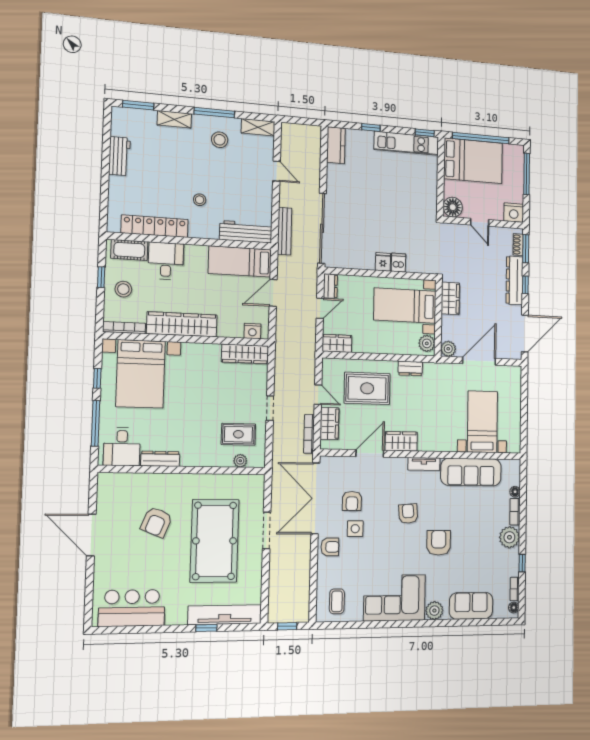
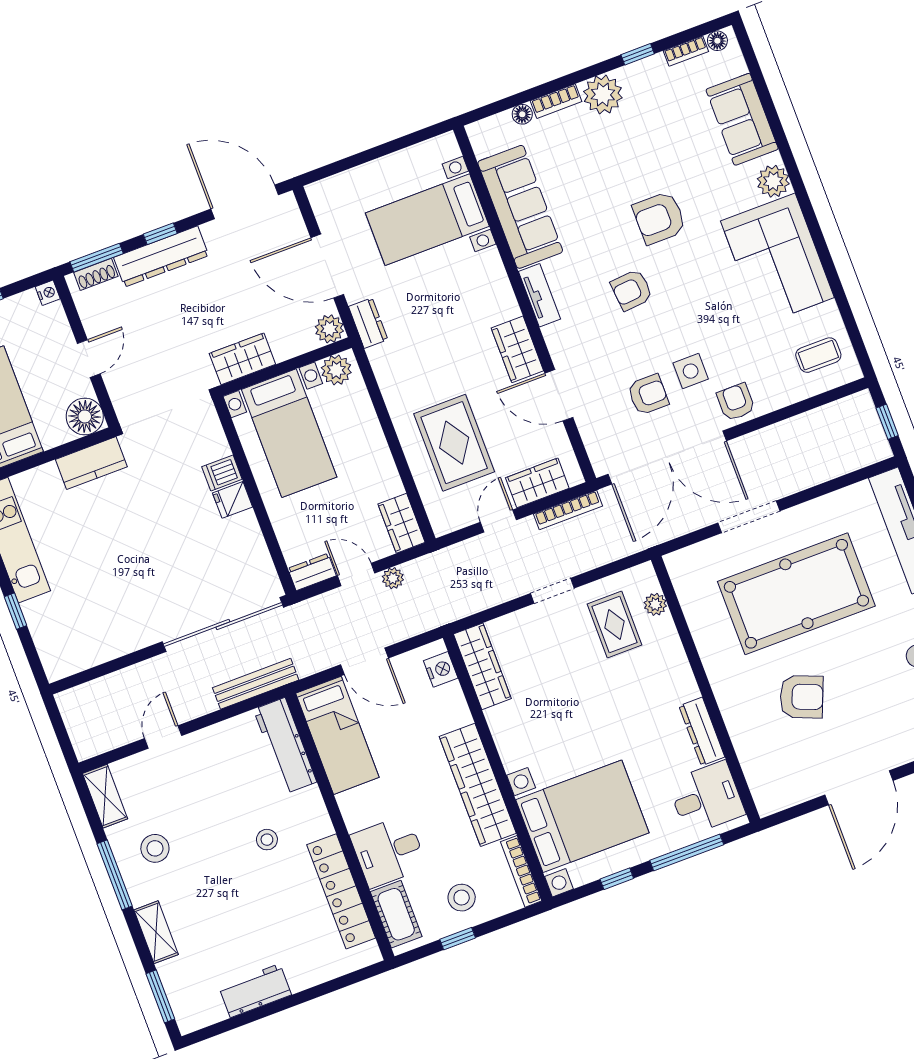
kitchen counter: (336, 145) -> (91, 463), moved, turned 180
nightstand: (514, 213) -> (48, 293), width x0.53, depth x0.56
plant: (310, 327) -> (393, 578), added
dresser: (410, 368) -> (368, 323), moved

